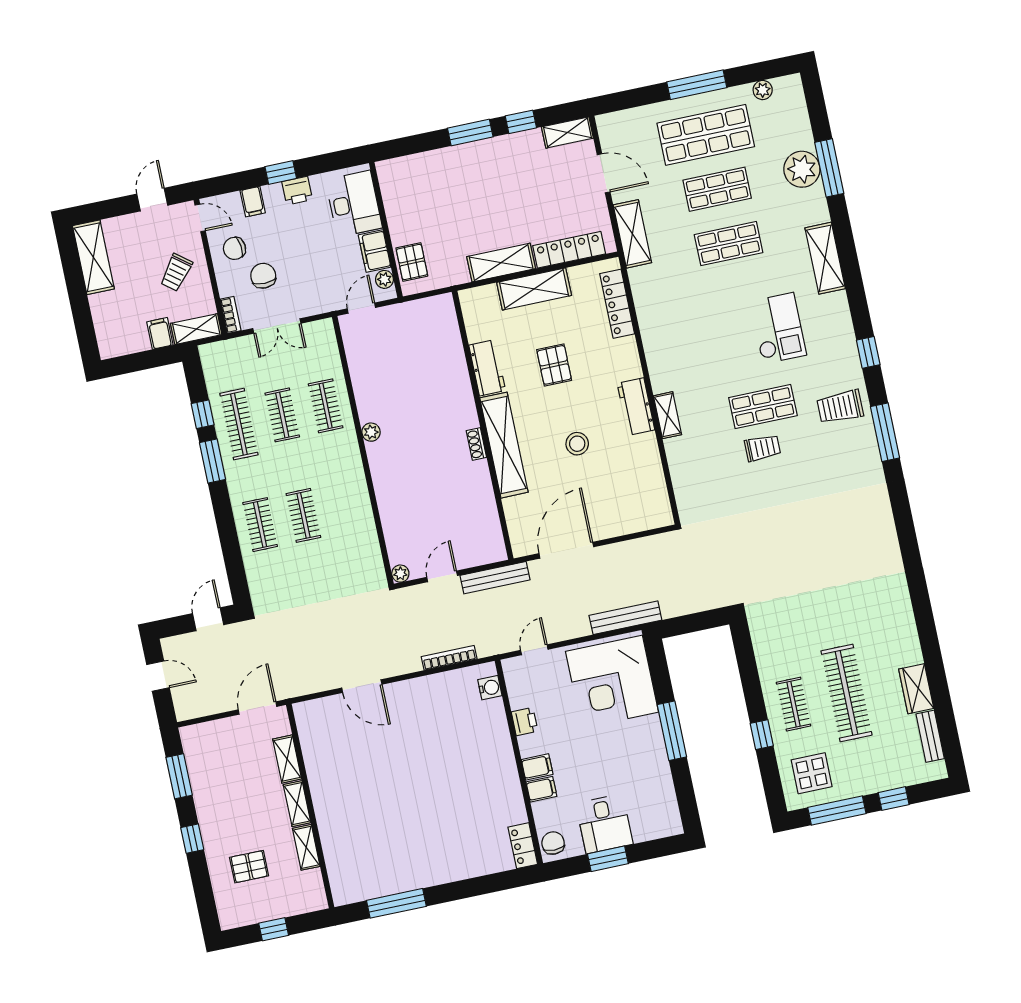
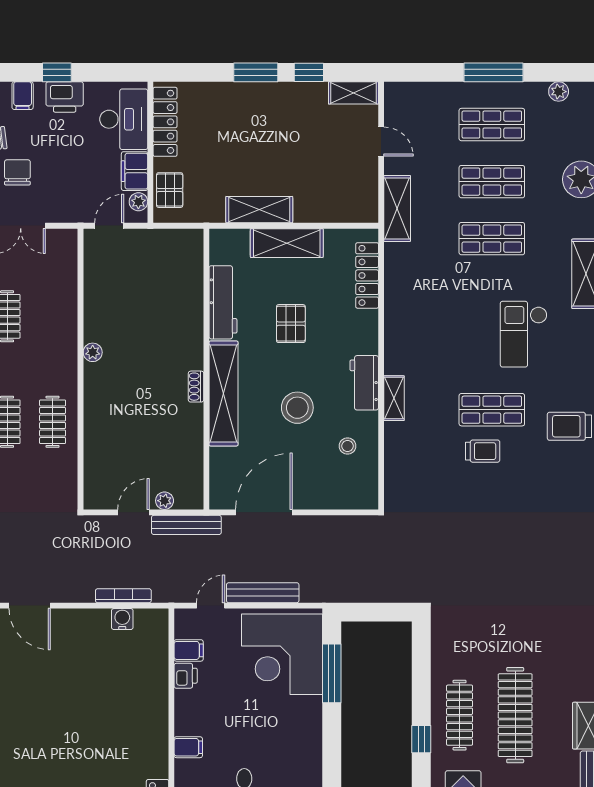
shop shelf: (706, 135) -> (492, 125), width x0.70, depth x0.74
door: (604, 173) -> (381, 142), width x0.73
printer: (297, 191) -> (65, 97), width x1.36, depth x1.24
locker: (569, 250) -> (165, 122), moved, turned 90
checkout: (778, 328) -> (524, 334), turned 180
workbench: (487, 368) -> (223, 302), width x1.37
clothes rail: (326, 406) -> (53, 422), moved
stool: (577, 444) -> (297, 408), width x1.38, depth x1.38
stool: (633, 470) -> (348, 446), added
plant: (400, 574) -> (165, 501), moved
bench: (625, 618) -> (263, 593), moved
water cooler: (490, 688) -> (122, 619), moved, turned -90
clothes rail: (794, 704) -> (460, 715), width x1.36
window: (672, 731) -> (332, 673), moved
filing cabinet: (537, 767) -> (189, 650), moved

